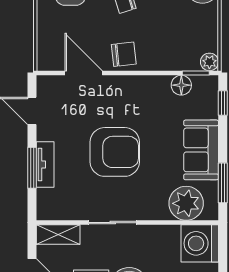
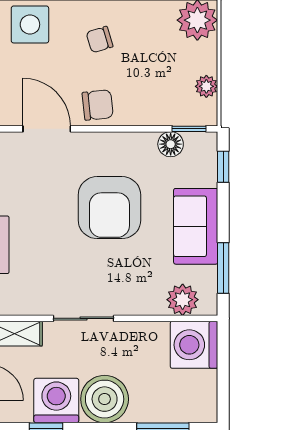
plant: (209, 62) -> (206, 86), moved
armchair: (115, 152) -> (109, 208), moved, turned 90
plant: (186, 203) -> (183, 300), width x0.73, depth x0.73

